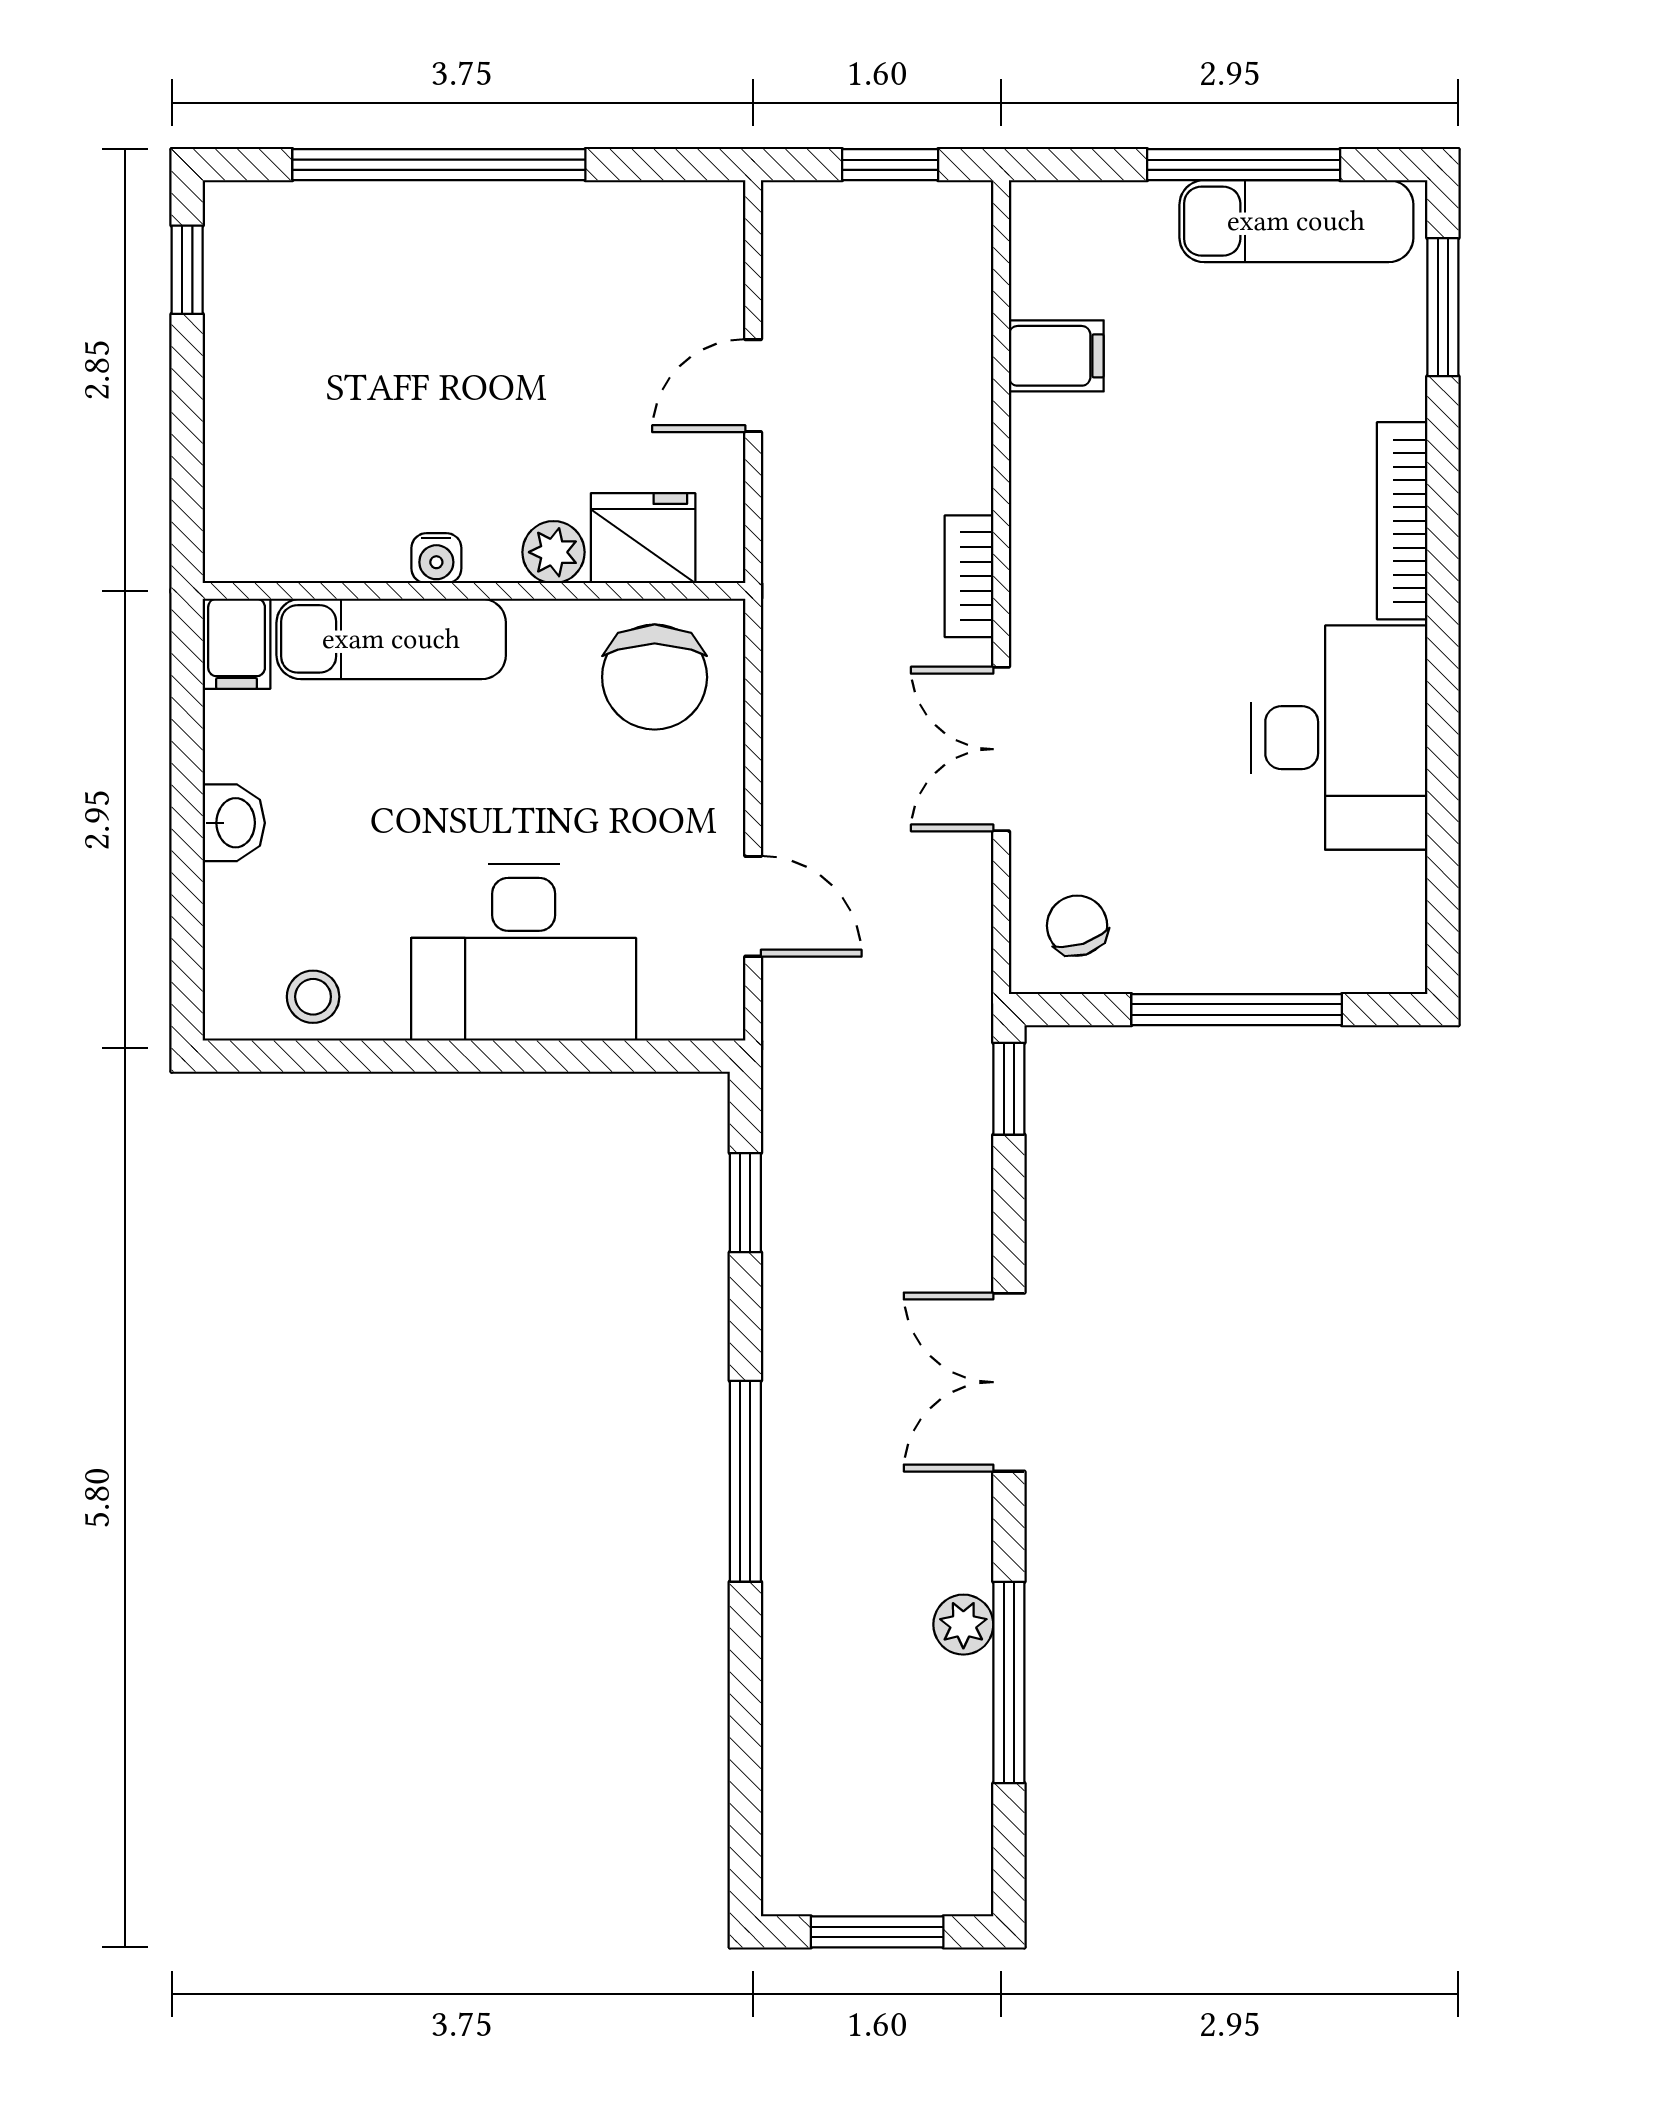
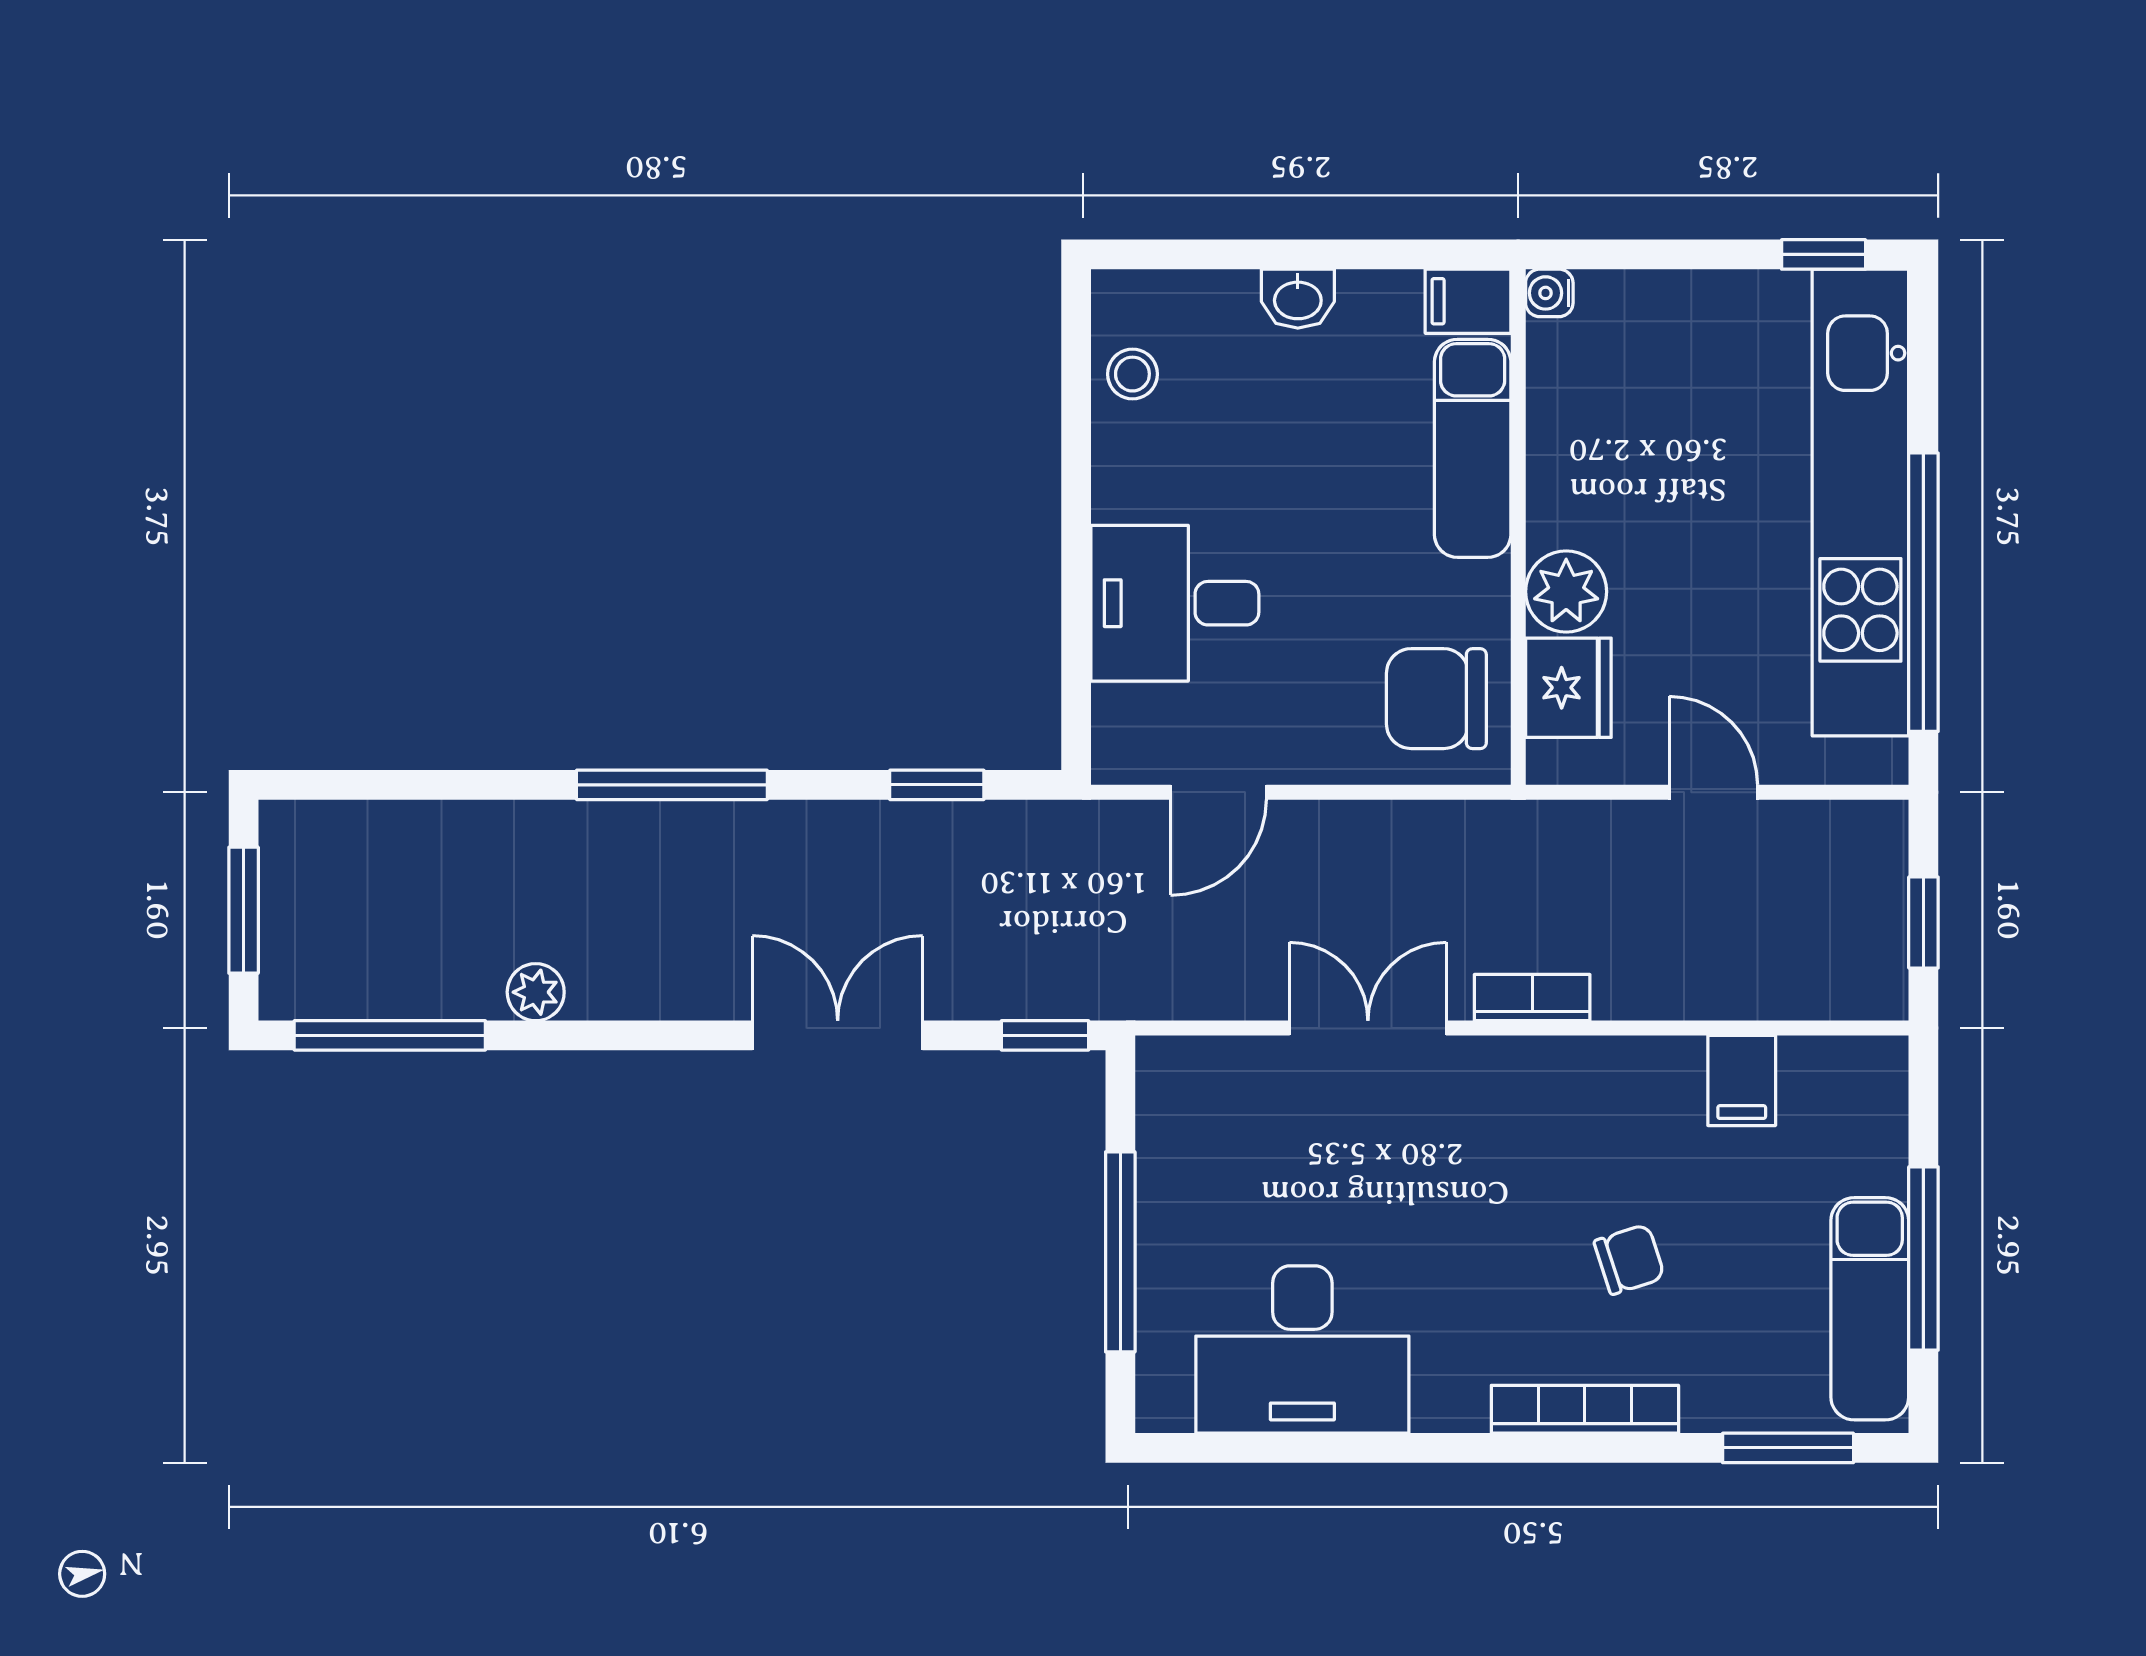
window: (439, 165) -> (1923, 592), moved
kitchen unit: (448, 231) -> (1860, 503), added
plant: (554, 552) -> (1566, 592), width x1.38, depth x1.38
water cooler: (436, 558) -> (1549, 293), moved
desk: (1339, 738) -> (1302, 1349), moved
chair: (1077, 926) -> (1629, 1259), moved
desk: (524, 952) -> (1175, 603), width x0.73
double door: (1009, 1382) -> (838, 1035), moved
window: (1009, 1682) -> (390, 1035), moved

